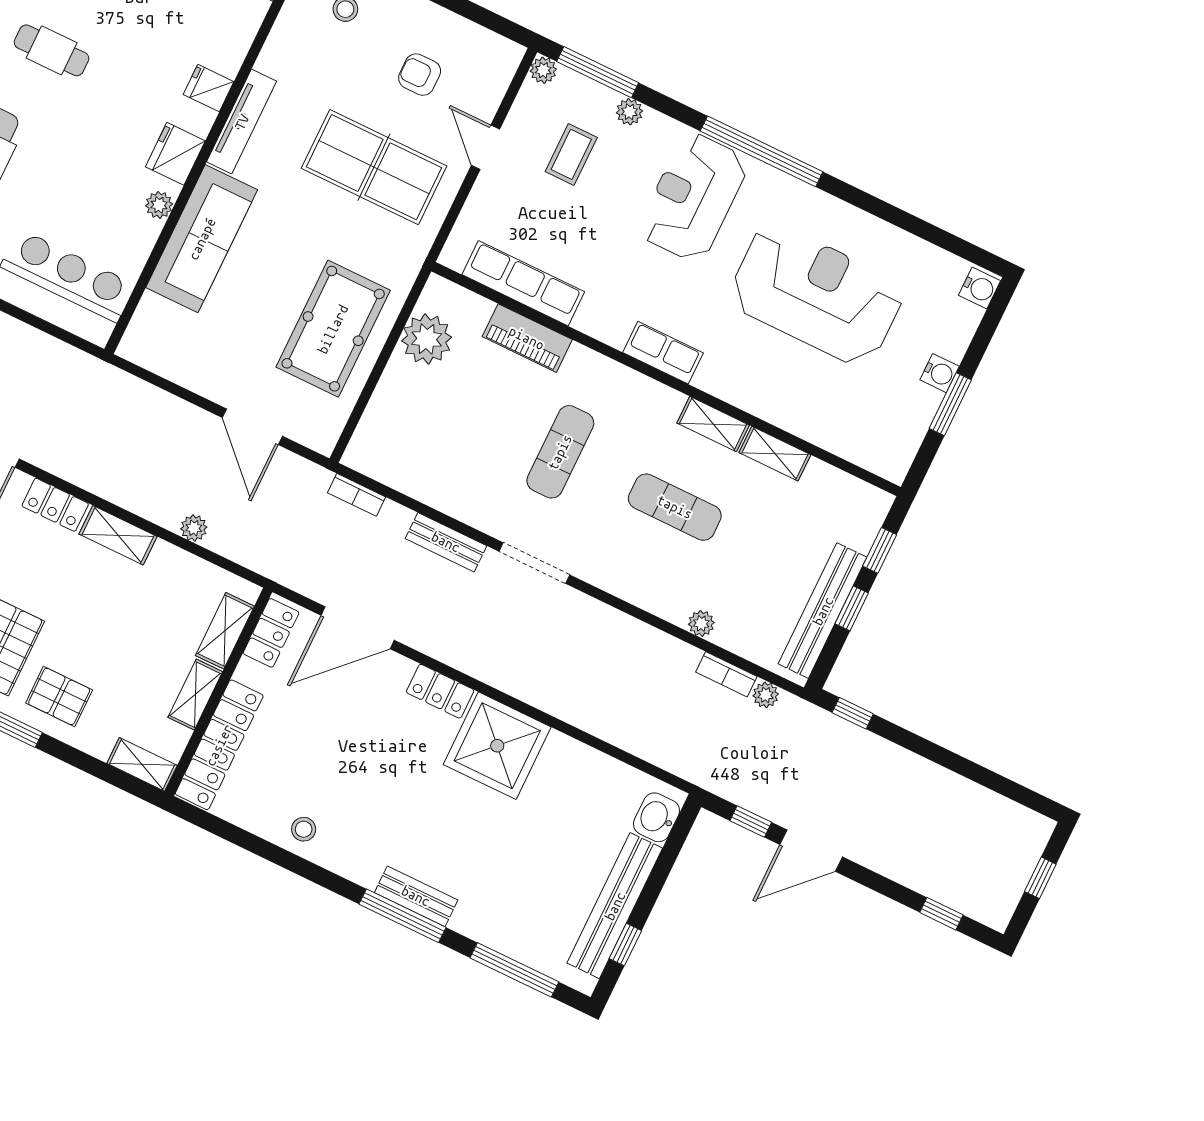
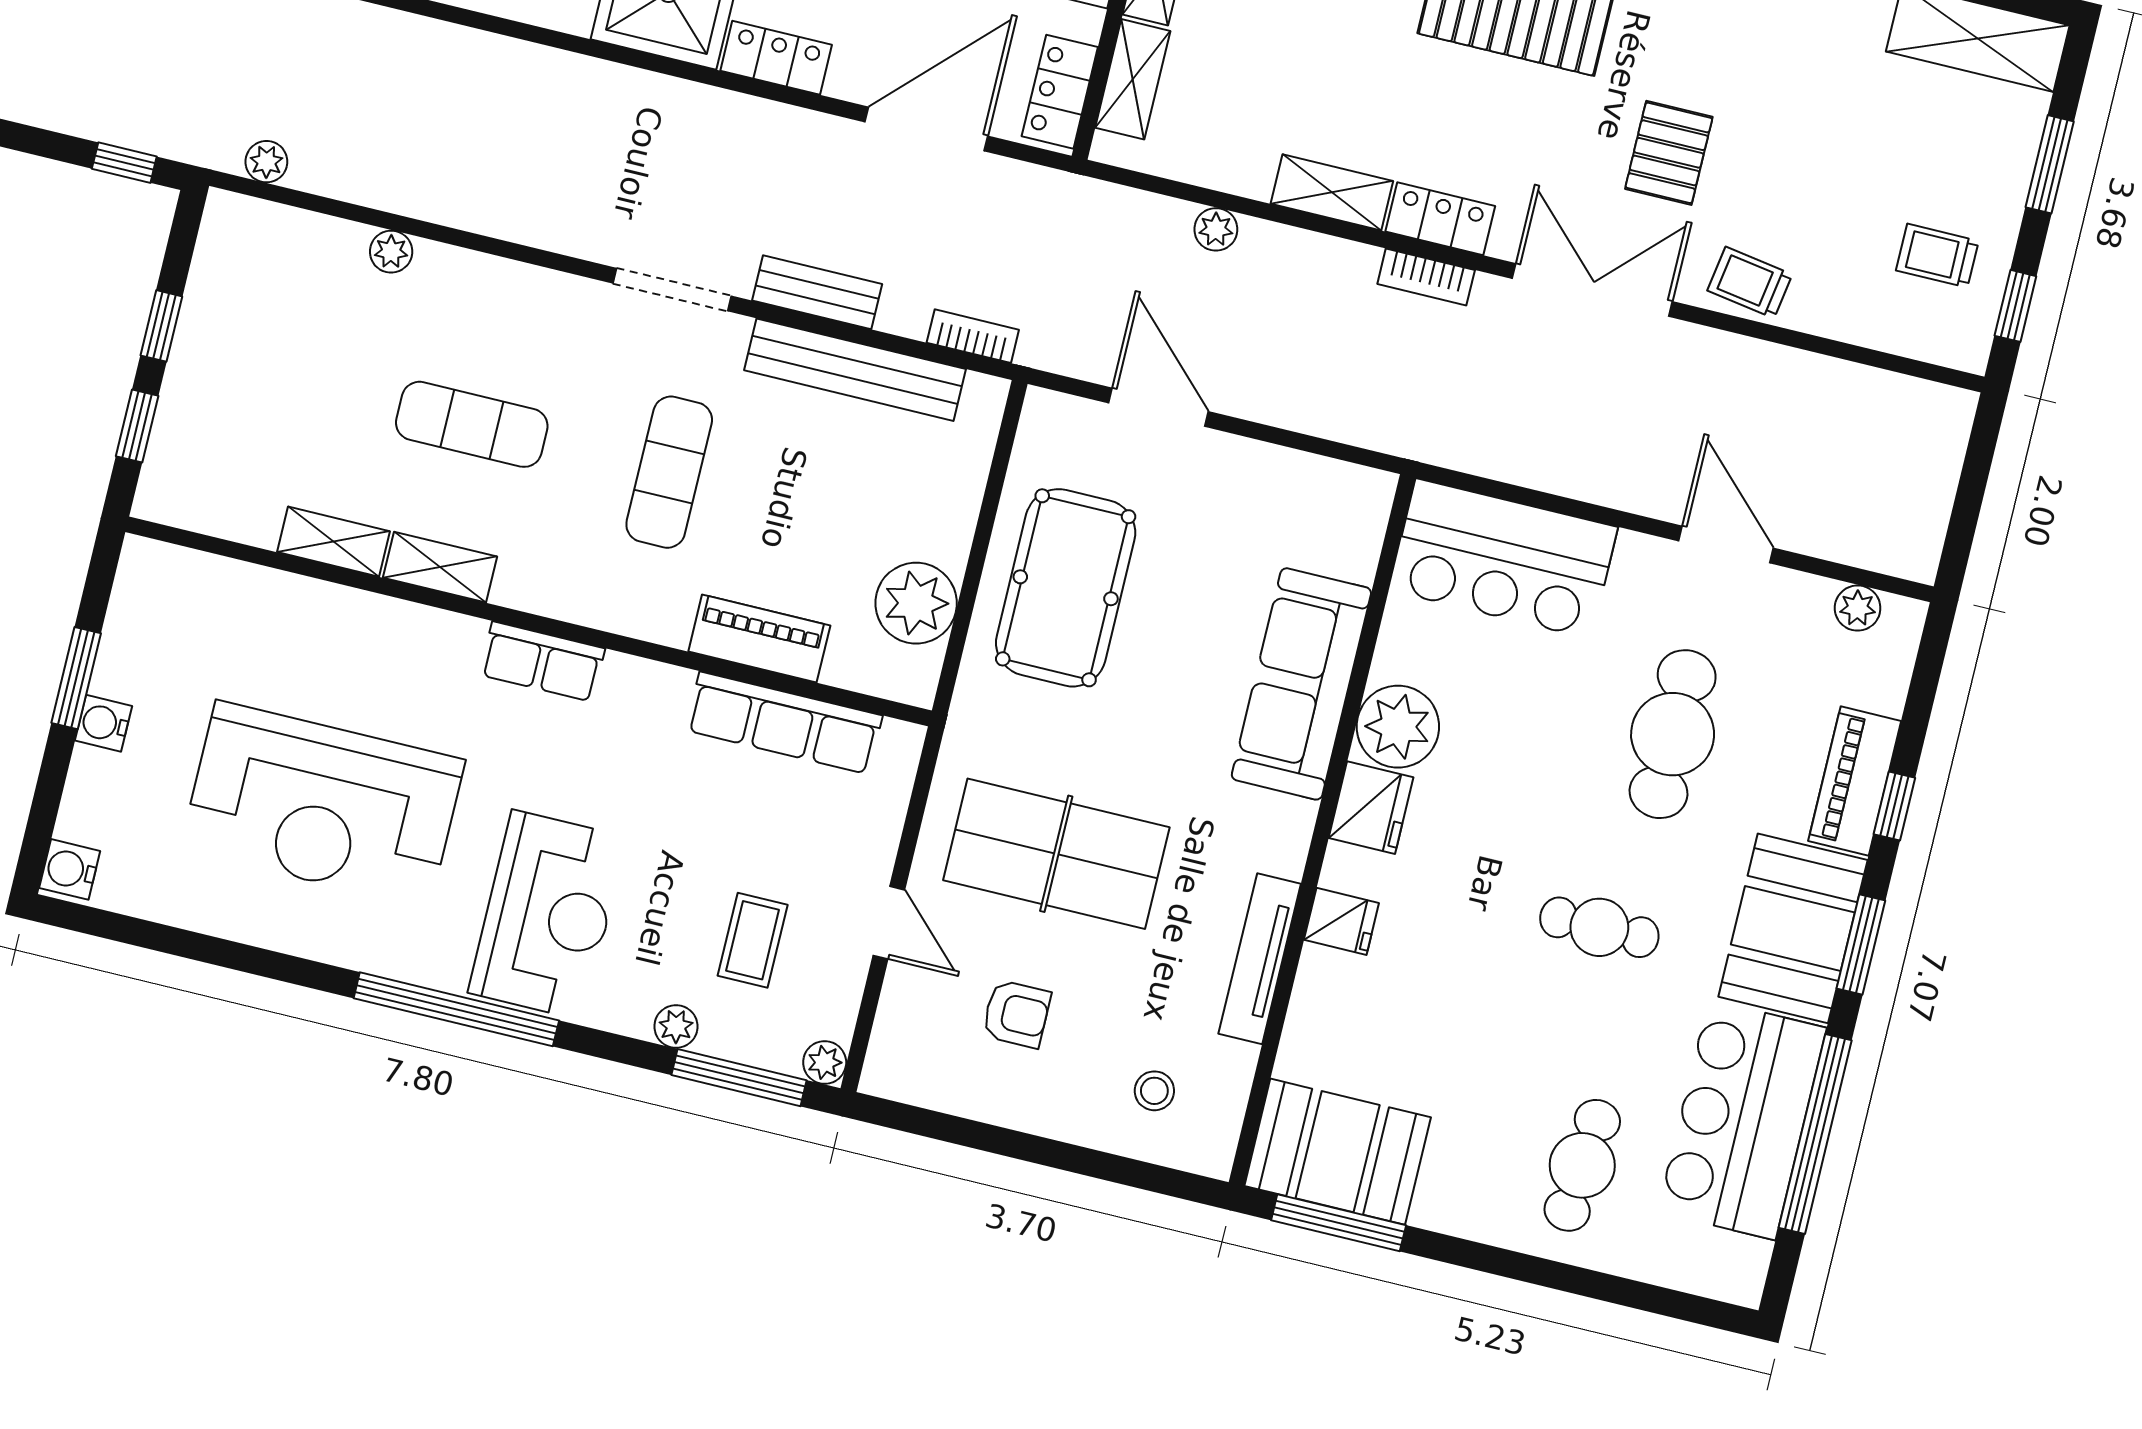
tv unit: (242, 122) -> (1260, 959), moved
plant: (159, 205) -> (1398, 727), width x1.87, depth x1.87
bench: (823, 611) -> (855, 370), moved, turned 90
bookcase: (726, 674) -> (1426, 277), moved, turned 180

